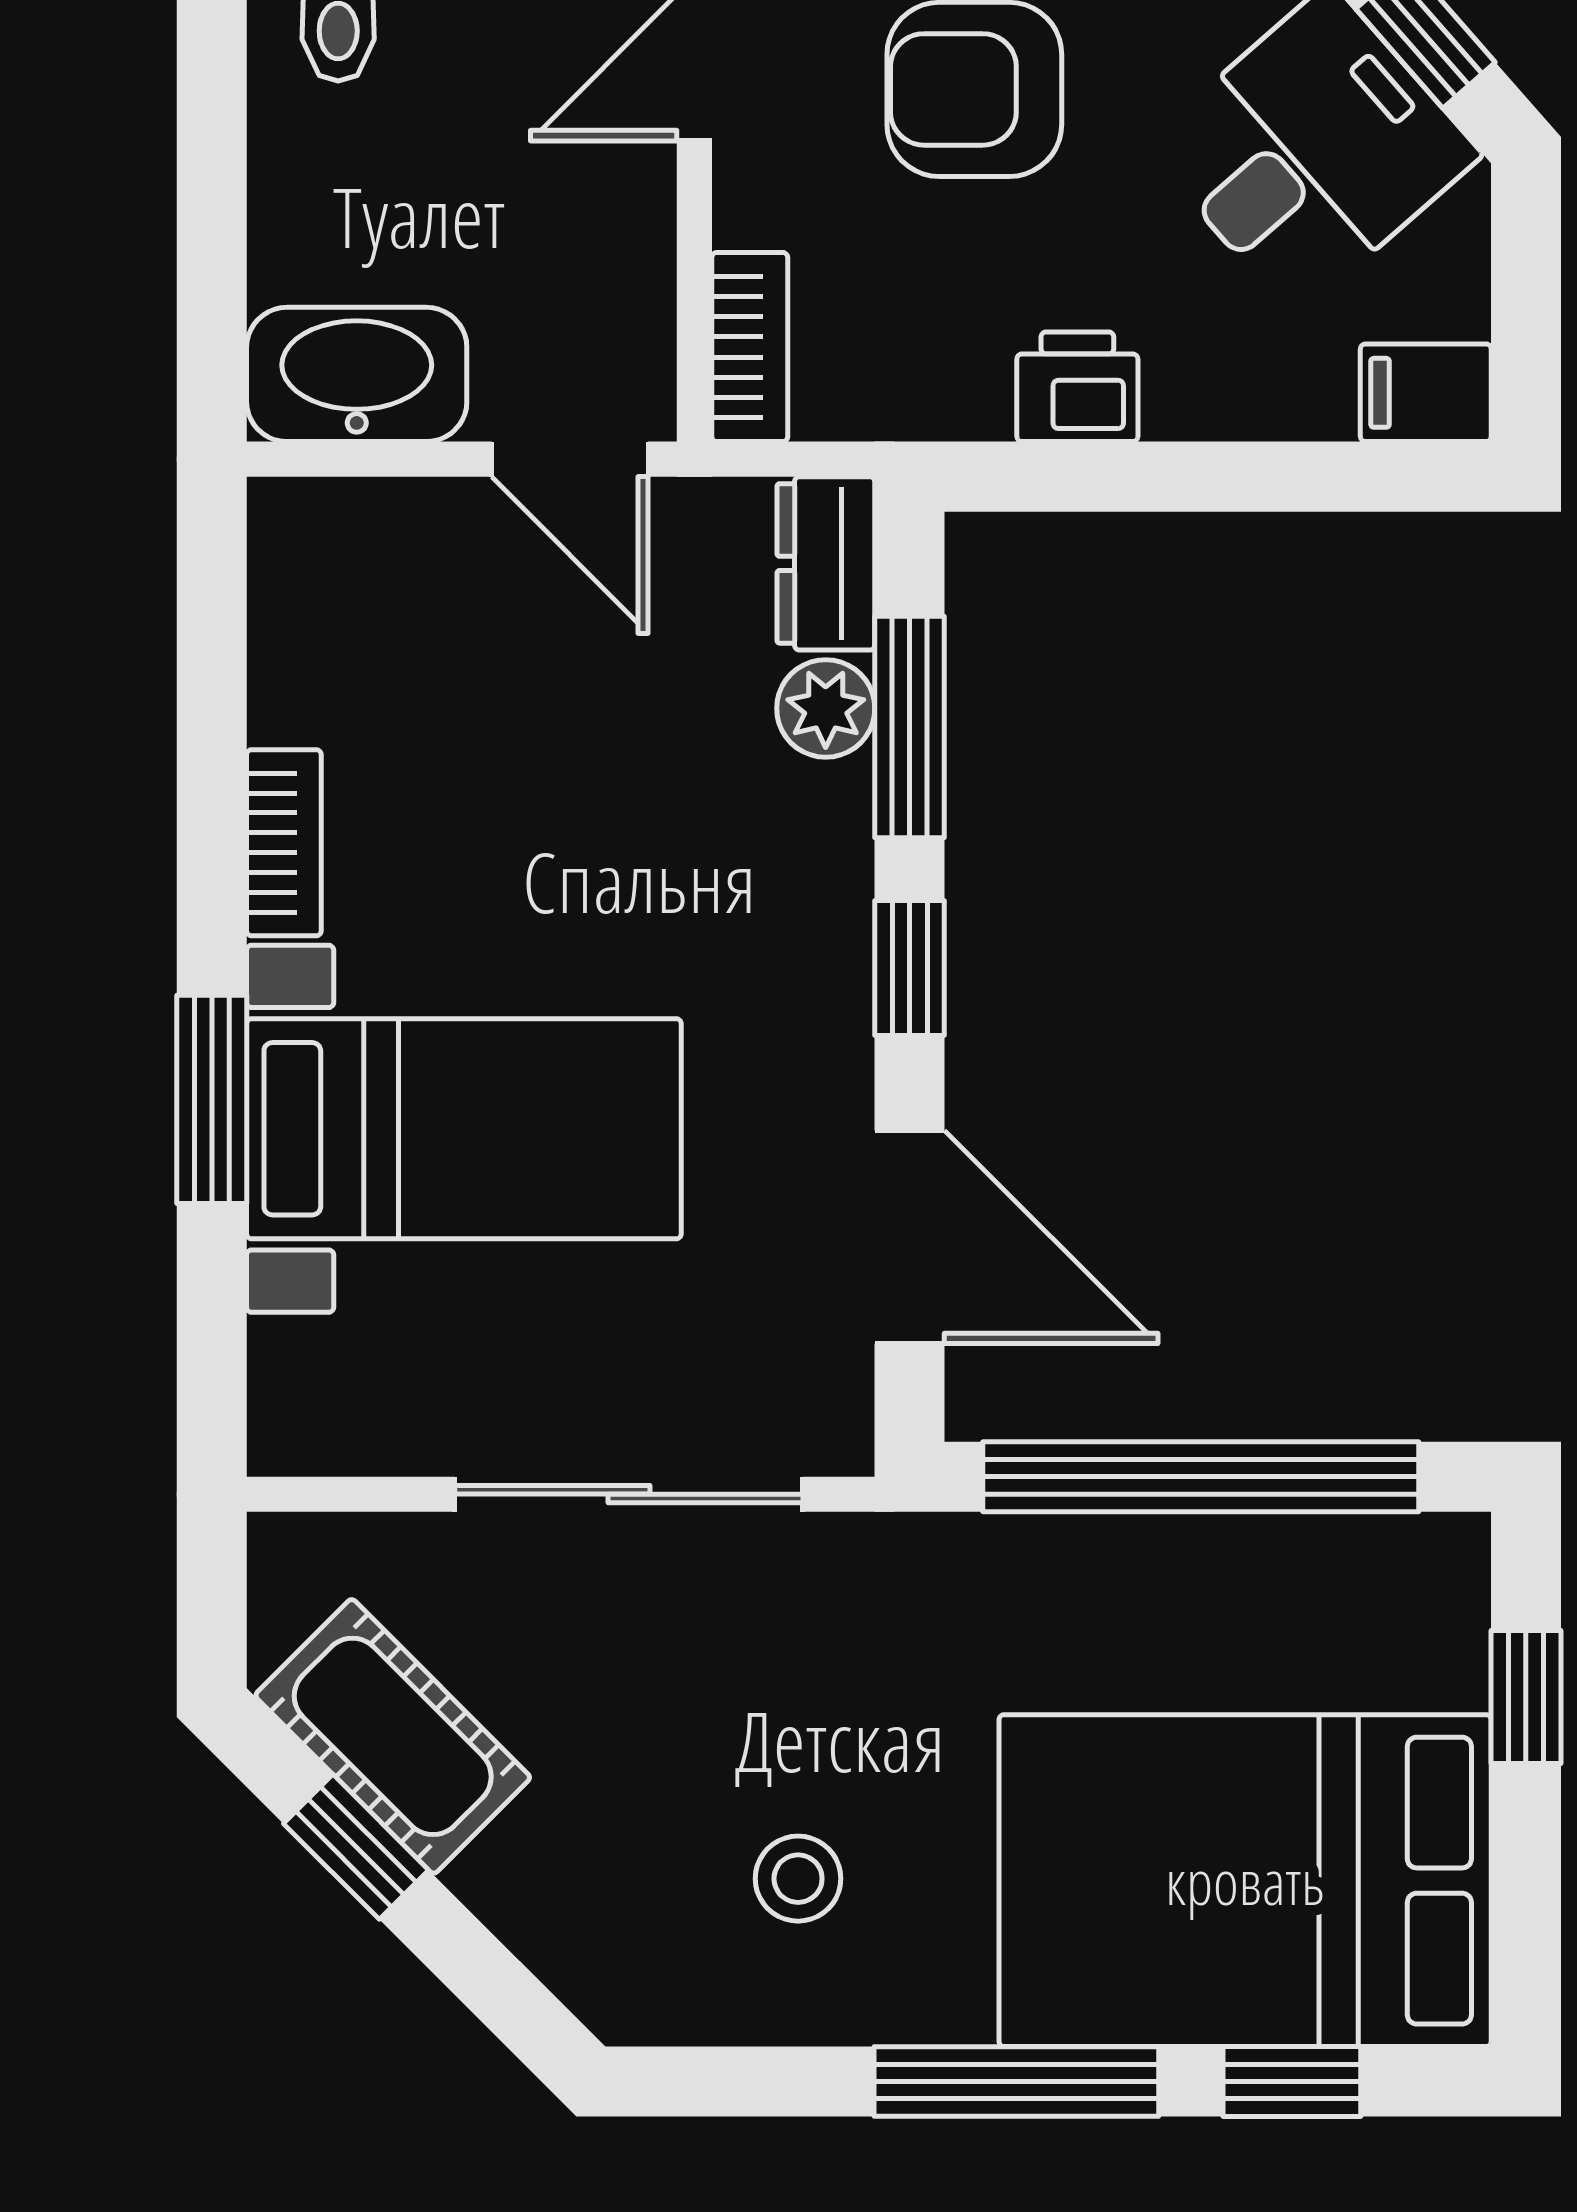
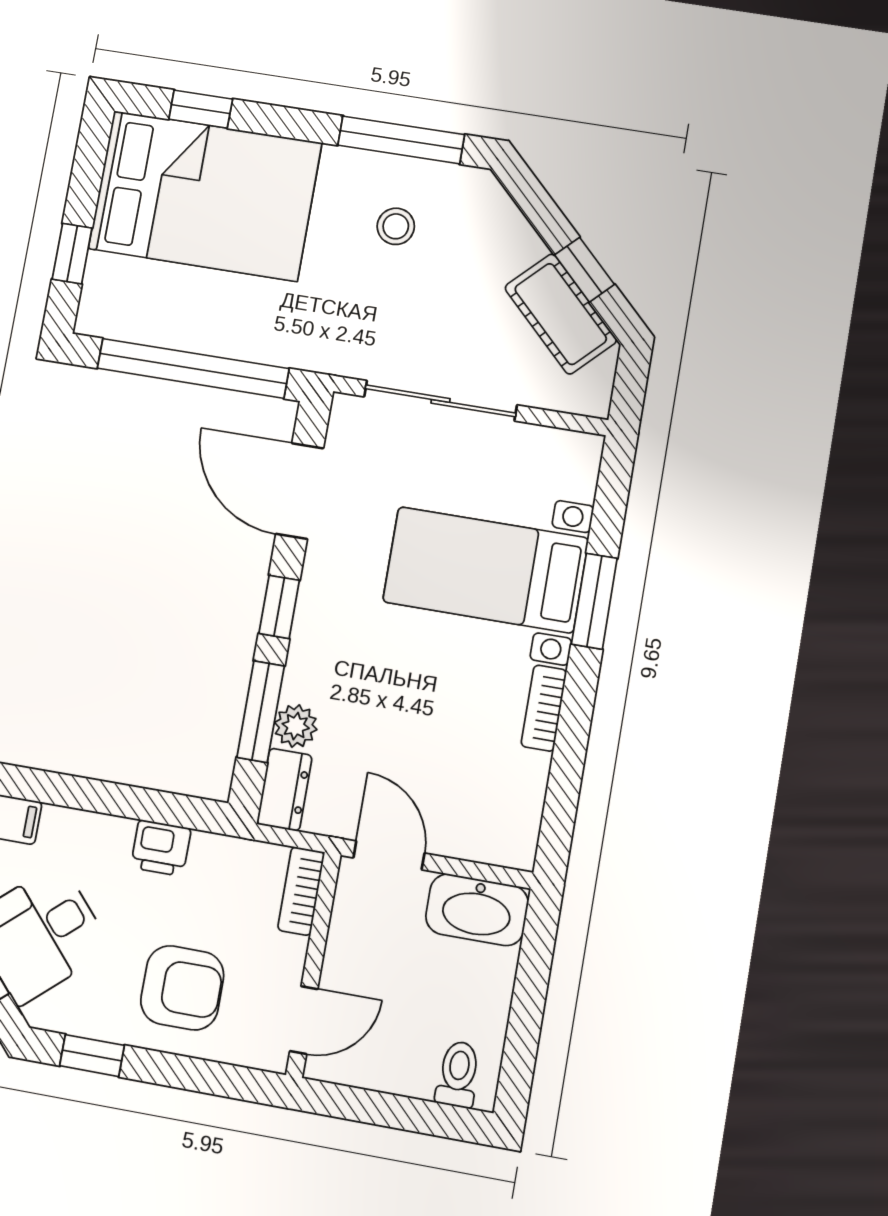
window: (1016, 2081) -> (401, 140), moved

